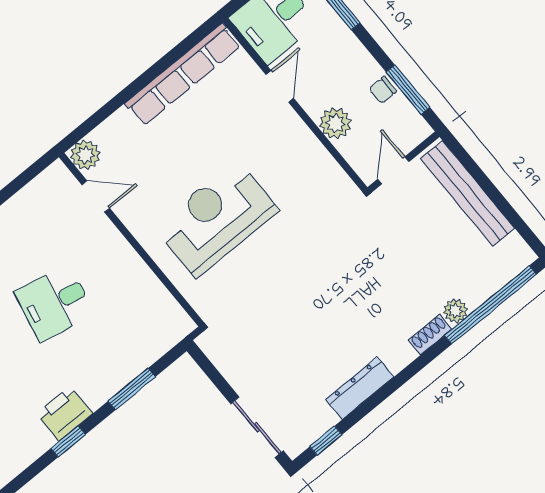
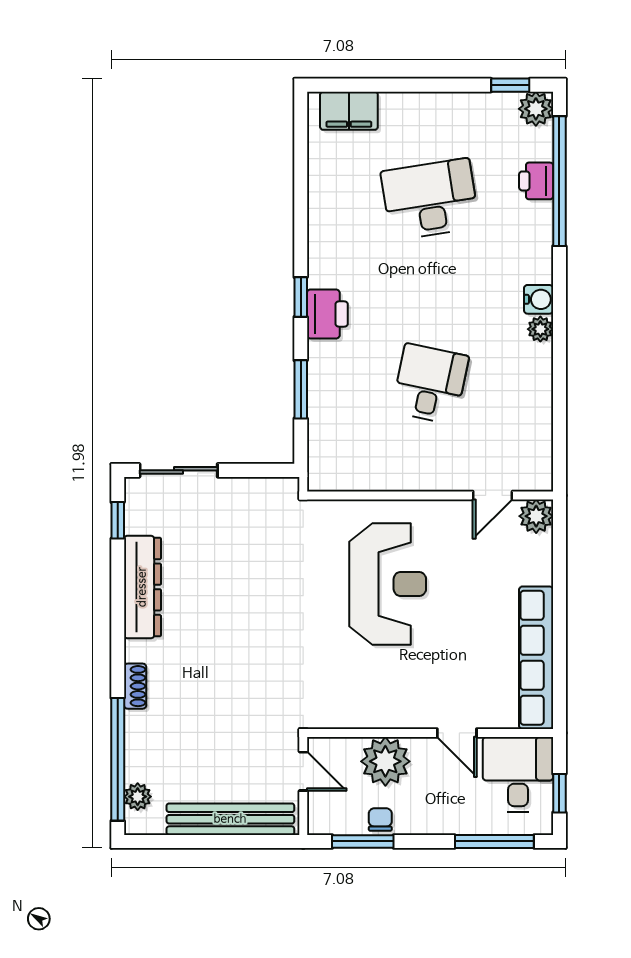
plant: (335, 123) -> (385, 761), width x1.36, depth x1.36
plant: (455, 311) -> (138, 797), moved
dresser: (360, 388) -> (142, 587), width x1.37, depth x1.24

